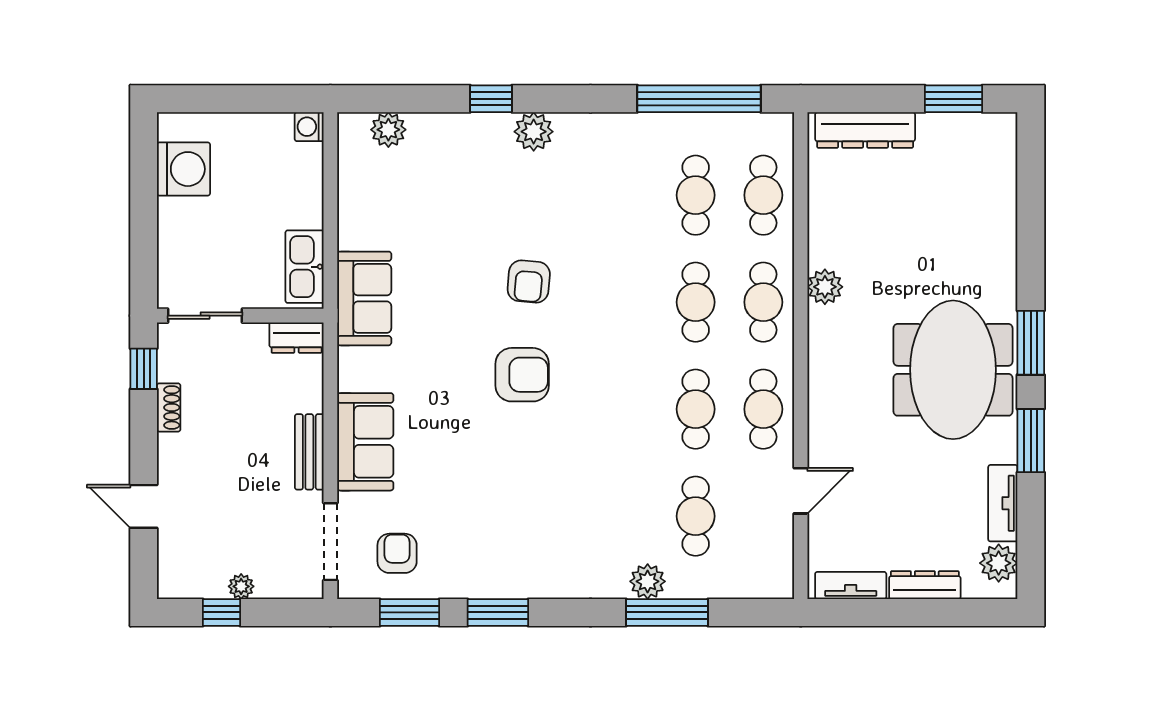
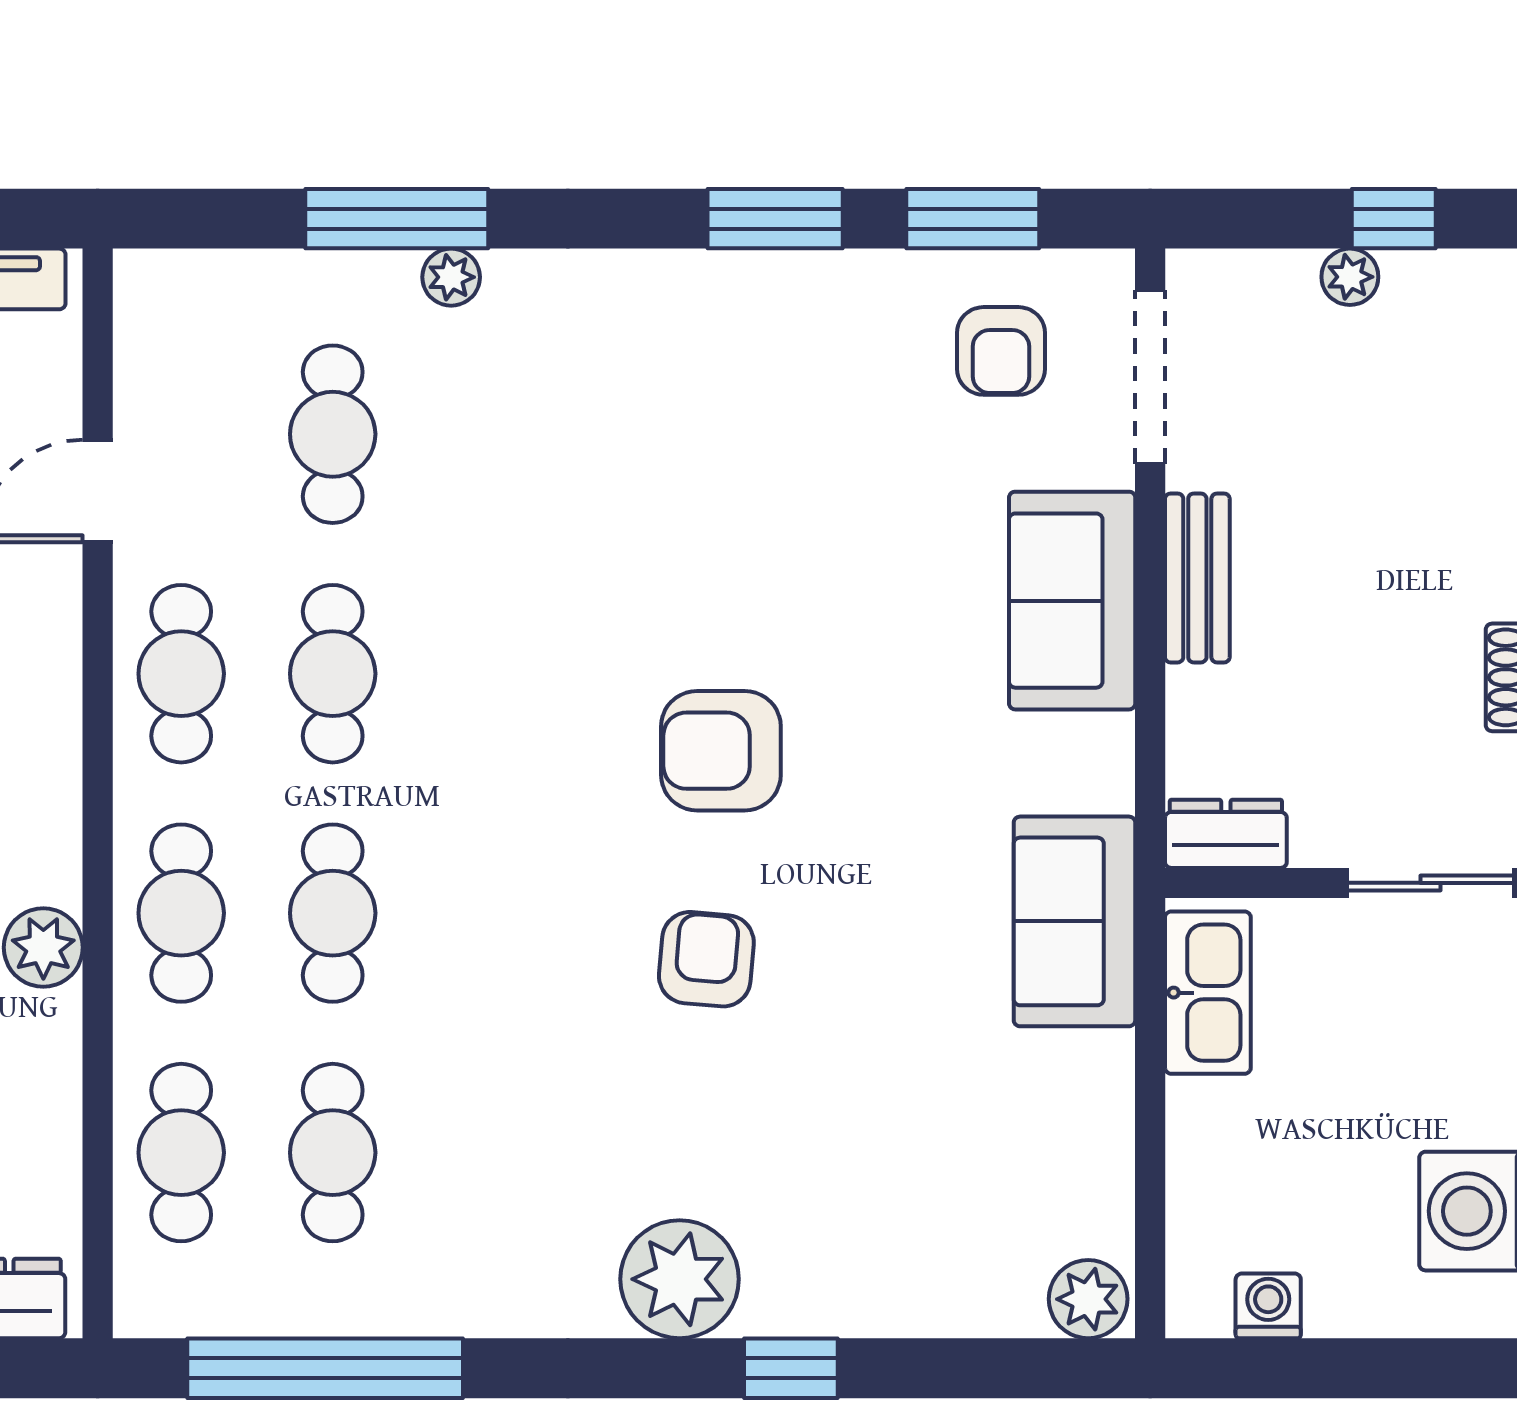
washing machine: (309, 127) -> (1268, 1306), moved, turned -90
plant: (388, 130) -> (1088, 1299), moved
plant: (534, 132) -> (680, 1279), width x1.36, depth x1.36
plant: (648, 581) -> (451, 277), width x0.73, depth x0.73

